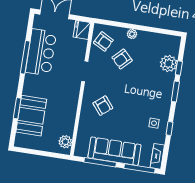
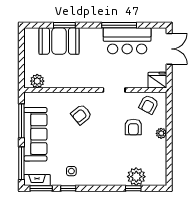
armchair: (122, 59) -> (133, 127), turned -135
window: (175, 92) -> (41, 188), moved

